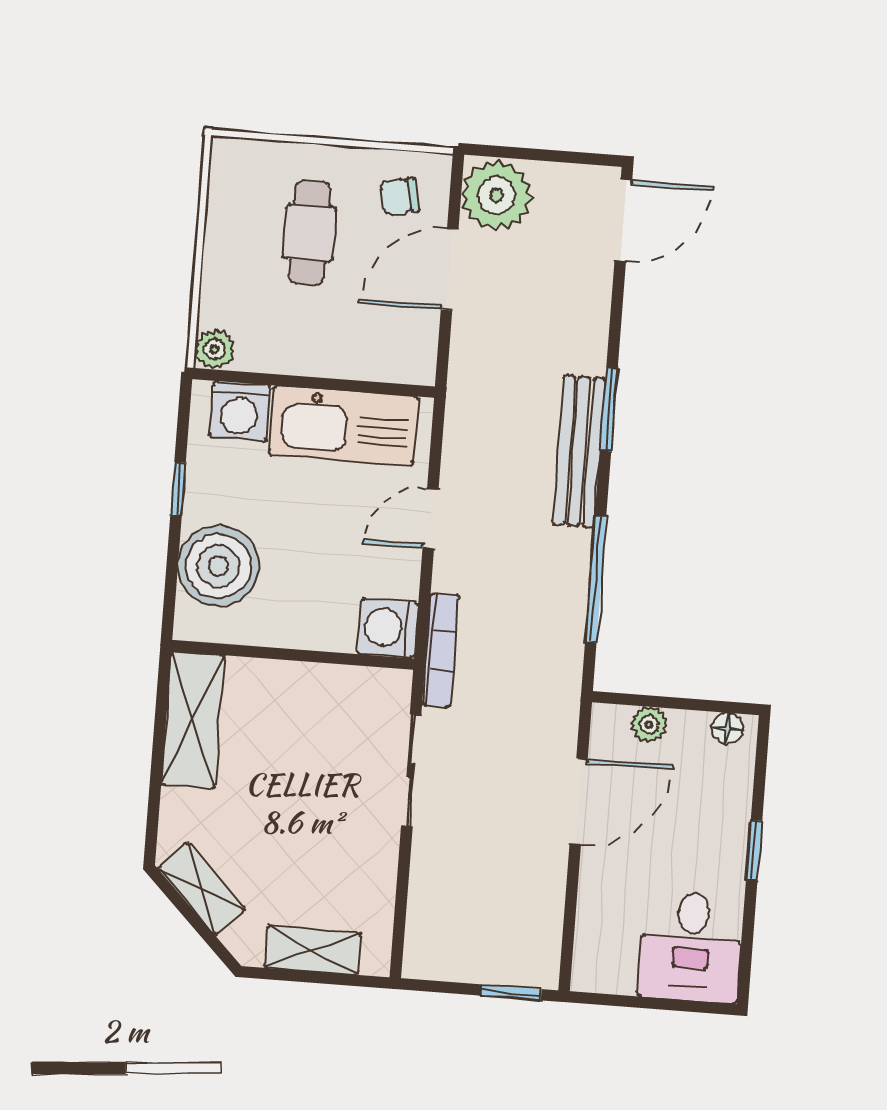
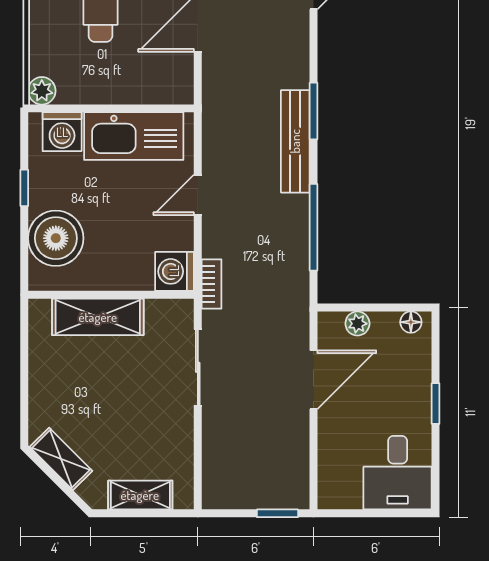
bookcase: (441, 650) -> (212, 284), width x0.64
shelving: (193, 720) -> (98, 317), moved, turned 90

